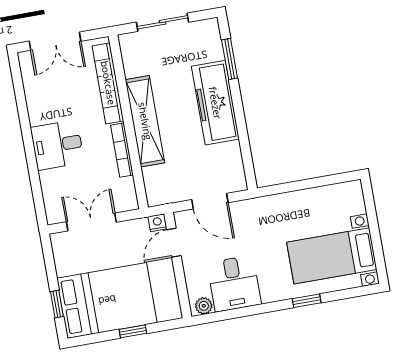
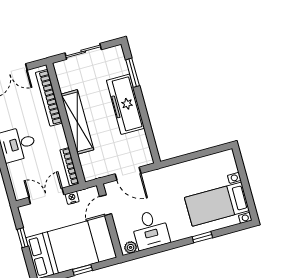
bookcase: (122, 150) -> (69, 167), moved
nightstand: (157, 223) -> (72, 198), moved
window: (57, 304) -> (23, 238), moved

